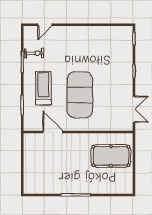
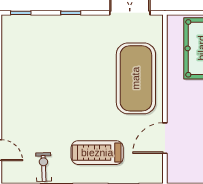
exercise mat: (80, 95) -> (136, 78), moved, turned 90

